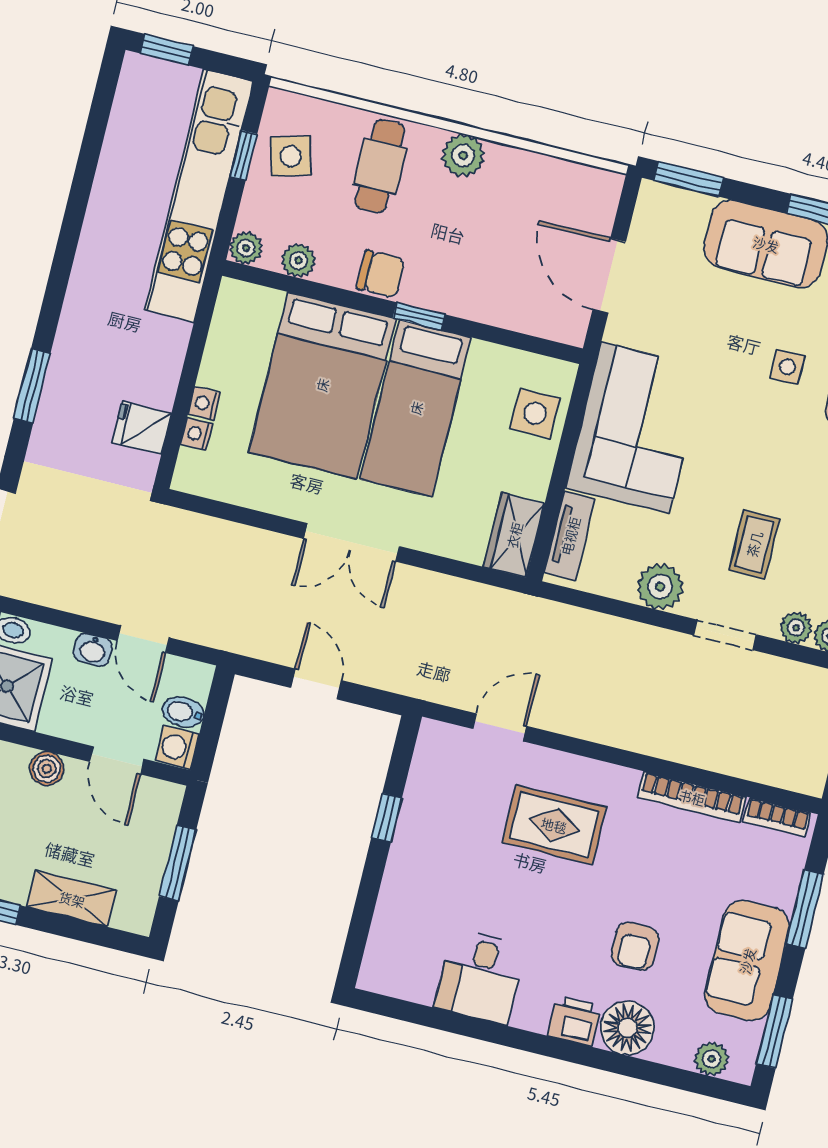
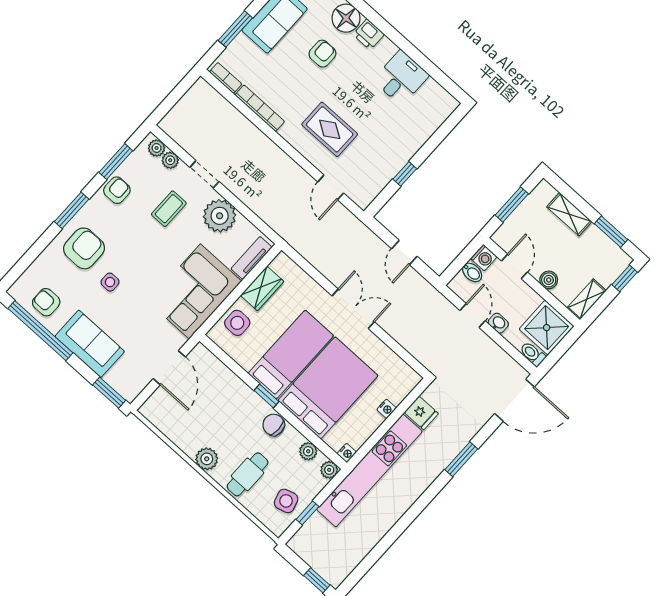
kitchen unit: (199, 196) -> (369, 470), moved
nightstand: (197, 434) -> (347, 453), moved
wardrobe: (514, 535) -> (262, 288), moved
plant: (660, 587) -> (220, 216), width x1.36, depth x1.36
door: (500, 727) -> (331, 187), hinge flipped

